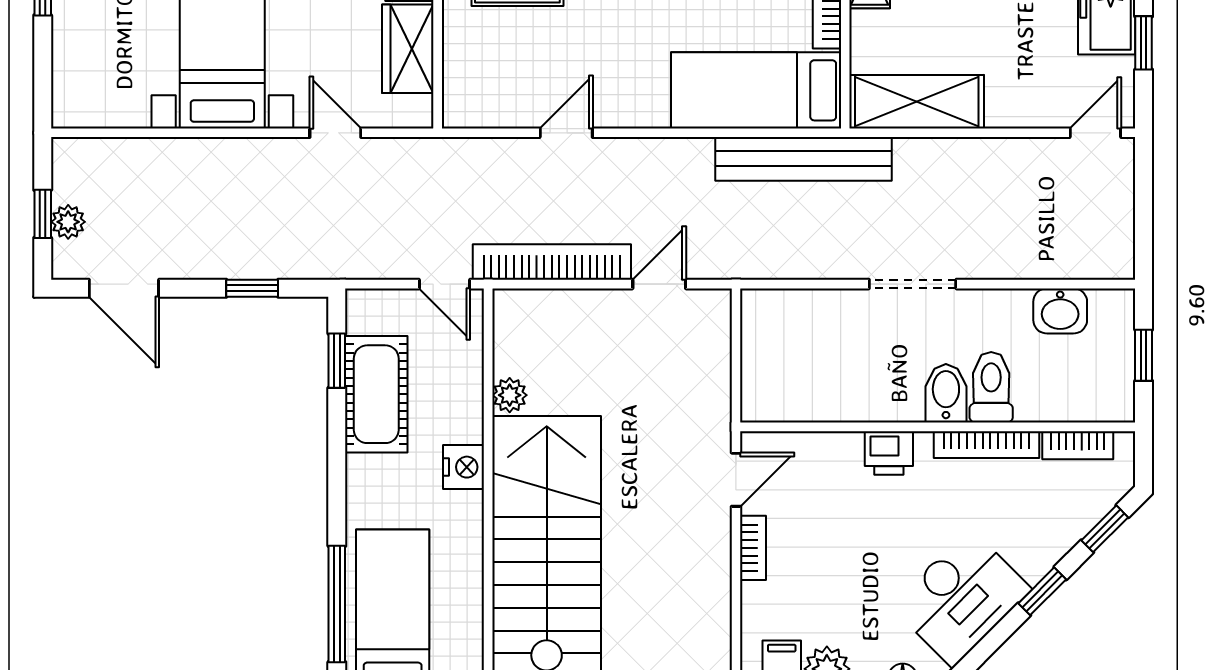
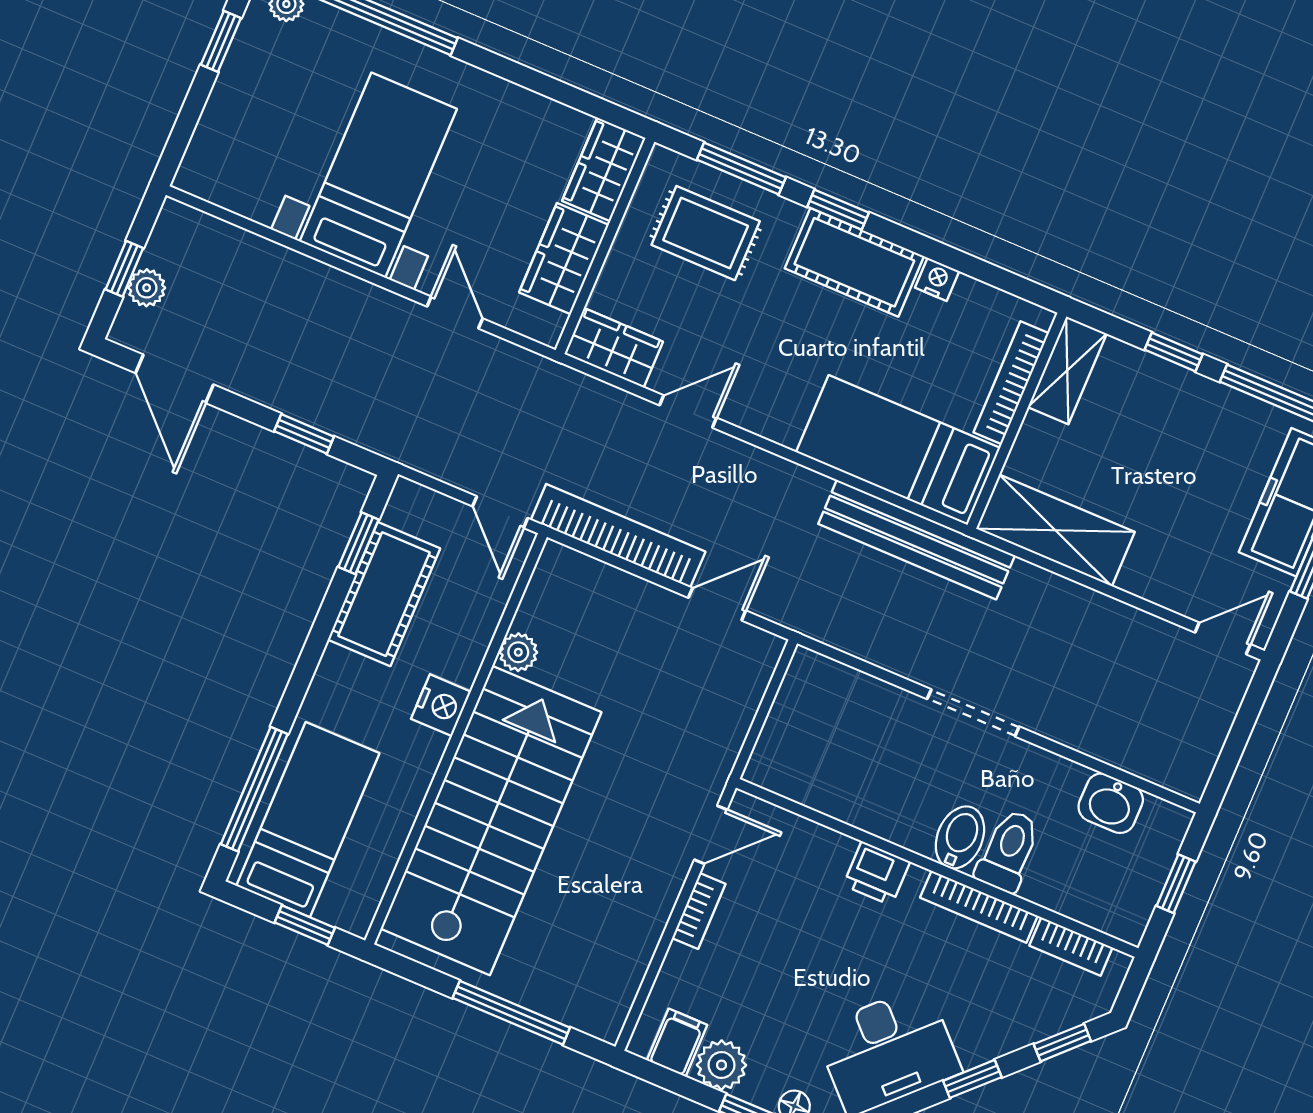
wardrobe: (481, 106) -> (614, 348), added

